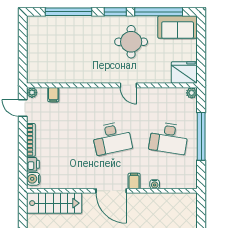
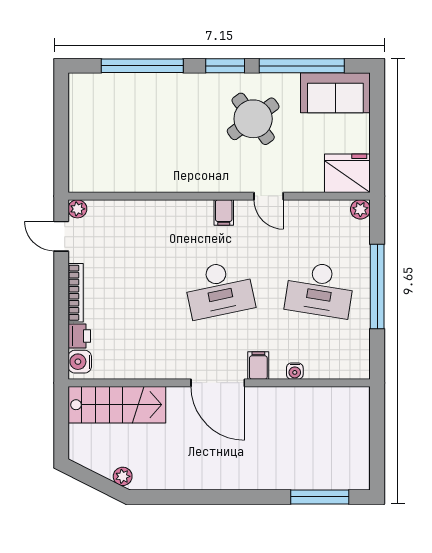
round table: (131, 42) -> (253, 119), turned -36
door: (128, 85) -> (269, 196), moved
filing cabinet: (53, 95) -> (224, 212), moved

